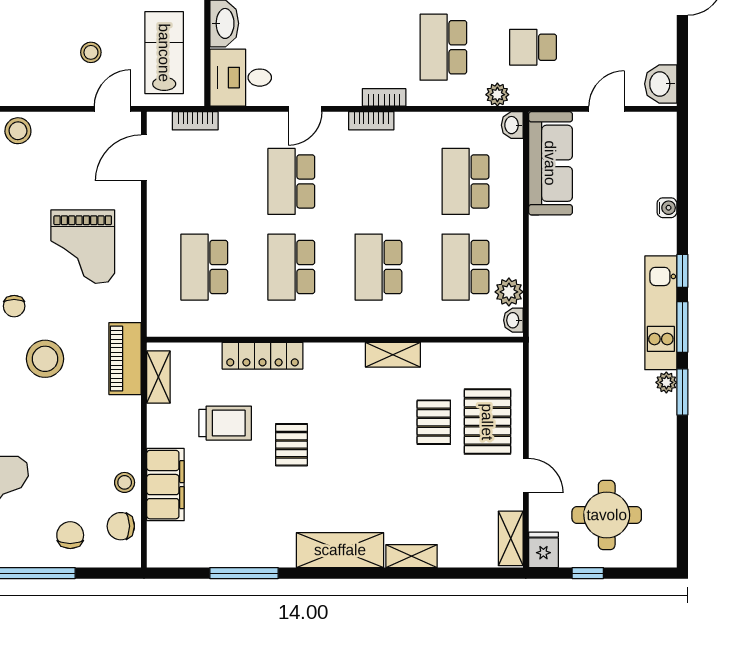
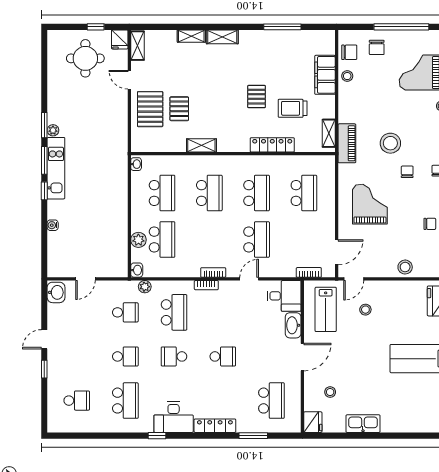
sofa: (550, 163) -> (116, 249), removed
plant: (509, 292) -> (138, 240), moved
shelving: (340, 550) -> (222, 37), width x0.67, depth x0.75

